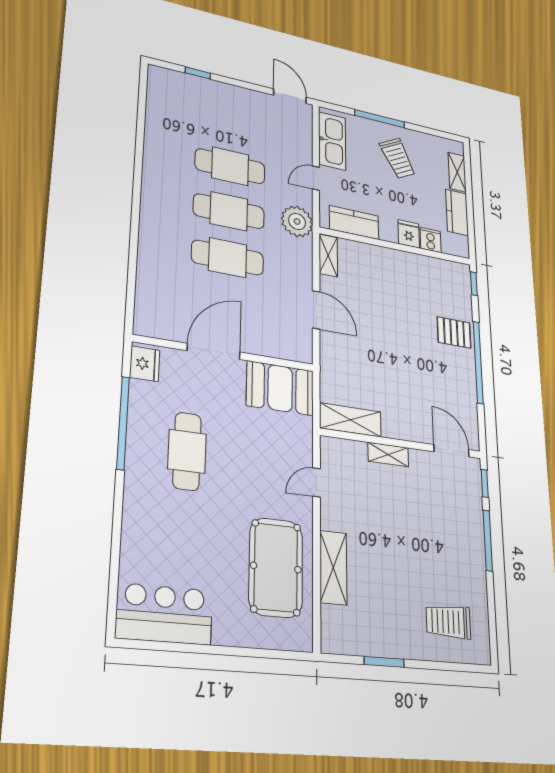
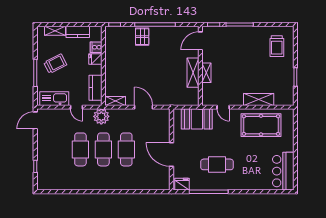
door: (316, 310) -> (144, 107), hinge flipped
booth: (280, 388) -> (197, 119), moved, turned 90
shelving: (350, 420) -> (193, 73), moved

